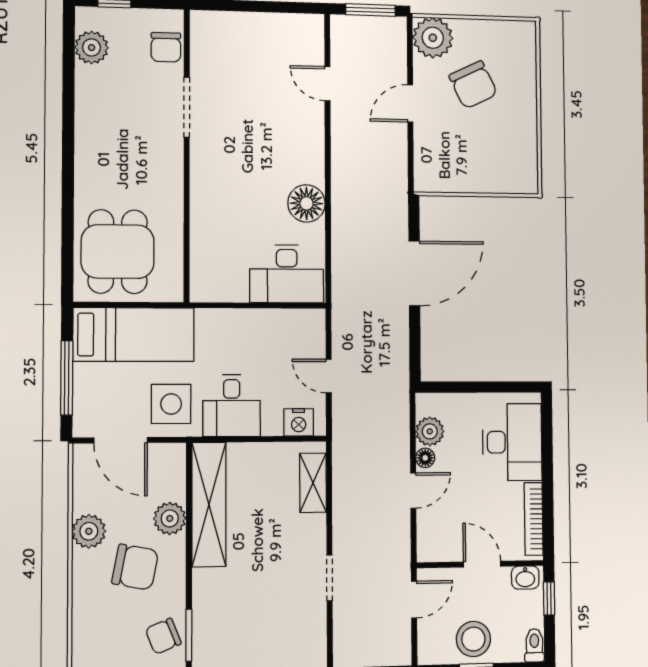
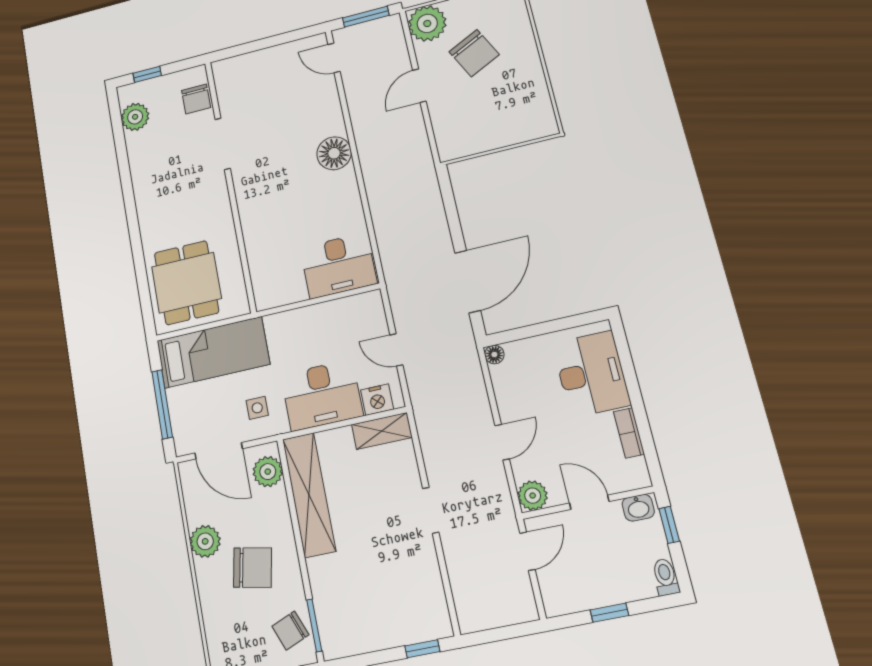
door: (327, 84) -> (334, 58), moved
floor lamp: (307, 203) -> (334, 153), moved
door: (414, 273) -> (468, 282), moved
side table: (171, 404) -> (257, 408), width x0.54, depth x0.54
desk: (232, 406) -> (322, 395), width x1.37
plant: (430, 431) -> (533, 496), moved
floor lamp: (425, 458) -> (494, 354), moved
shelving: (313, 483) -> (382, 431), moved, turned 90
plant: (170, 518) -> (268, 472), moved
bookcase: (534, 519) -> (629, 433), width x0.64
doorway: (330, 578) -> (431, 510), moved
stool: (473, 639) -> (599, 581), removed

